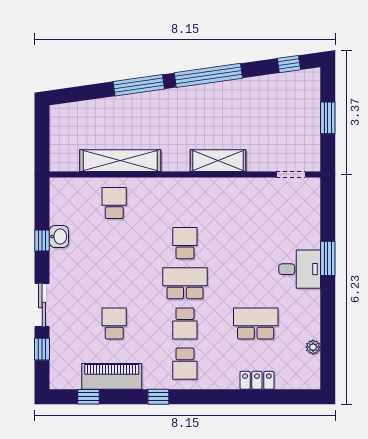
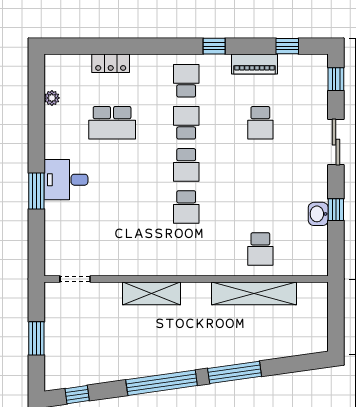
school desk: (185, 283) -> (186, 165), width x0.54
window: (42, 349) -> (336, 79), moved
piano: (112, 376) -> (255, 64), width x0.73, depth x0.75

